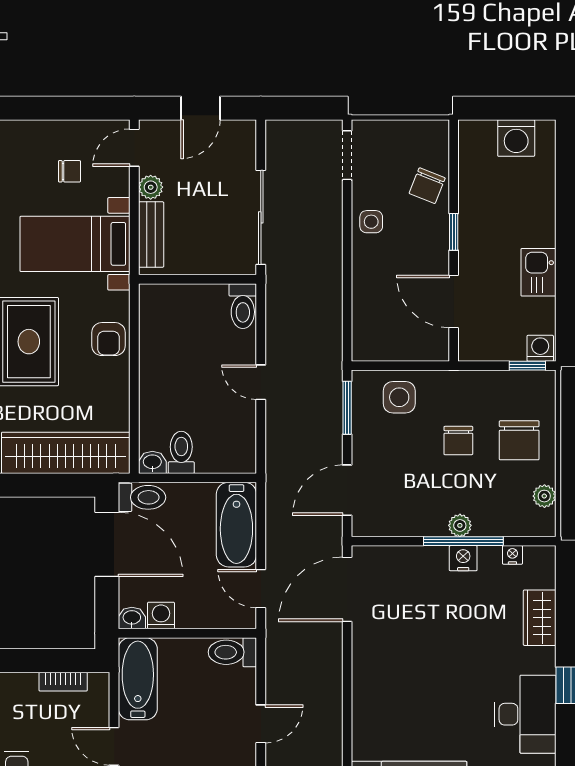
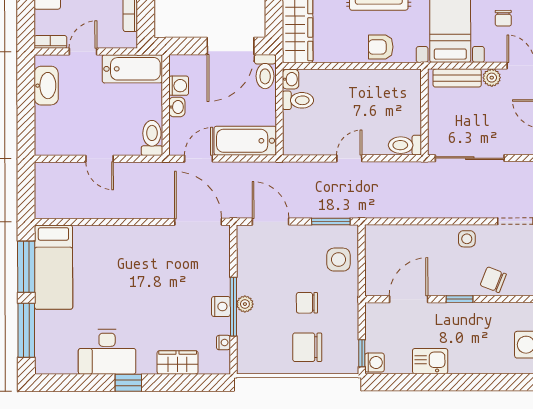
plant: (544, 496) -> (266, 366), removed
washbasin: (132, 618) -> (177, 107), moved

